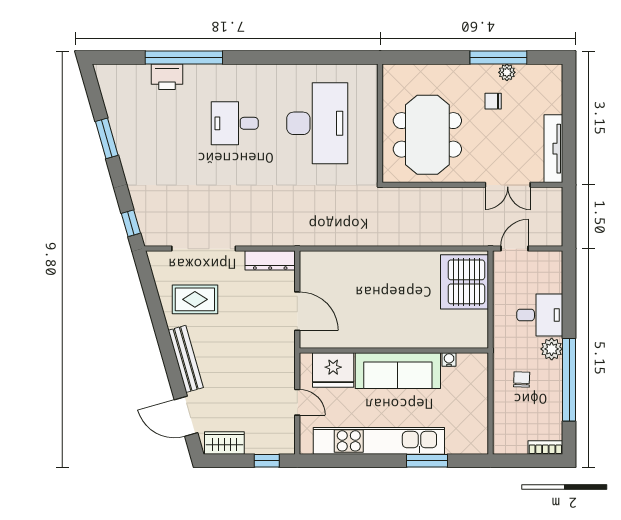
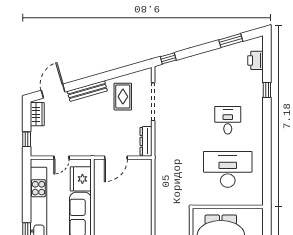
window: (184, 57) -> (267, 90), width x0.32
printer: (167, 77) -> (255, 60), moved
desk: (317, 123) -> (228, 169), turned 180
window: (107, 138) -> (231, 41), moved

